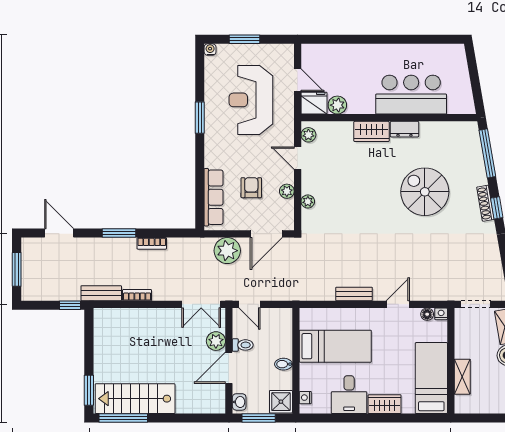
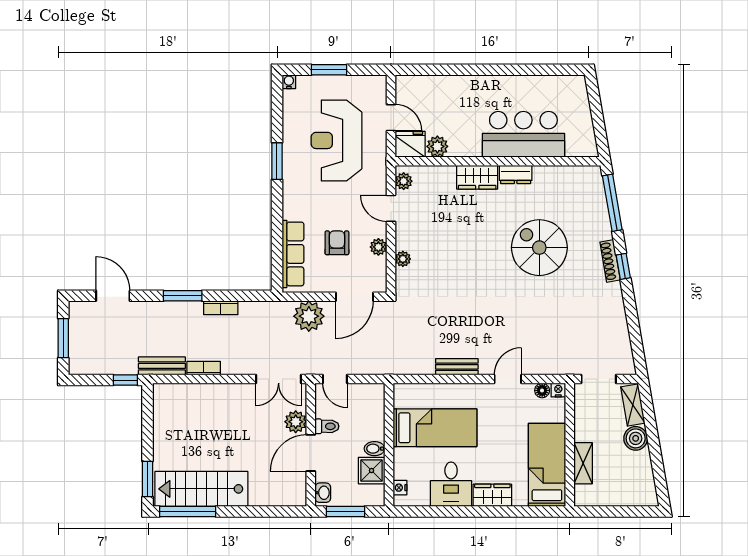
shower: (281, 402) -> (372, 471), moved

